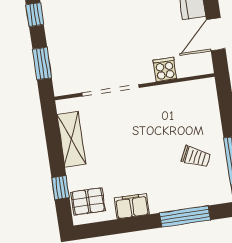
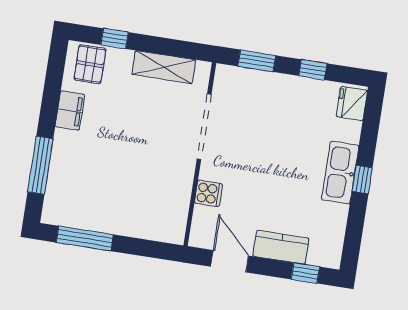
trolley: (196, 157) -> (102, 198), removed

